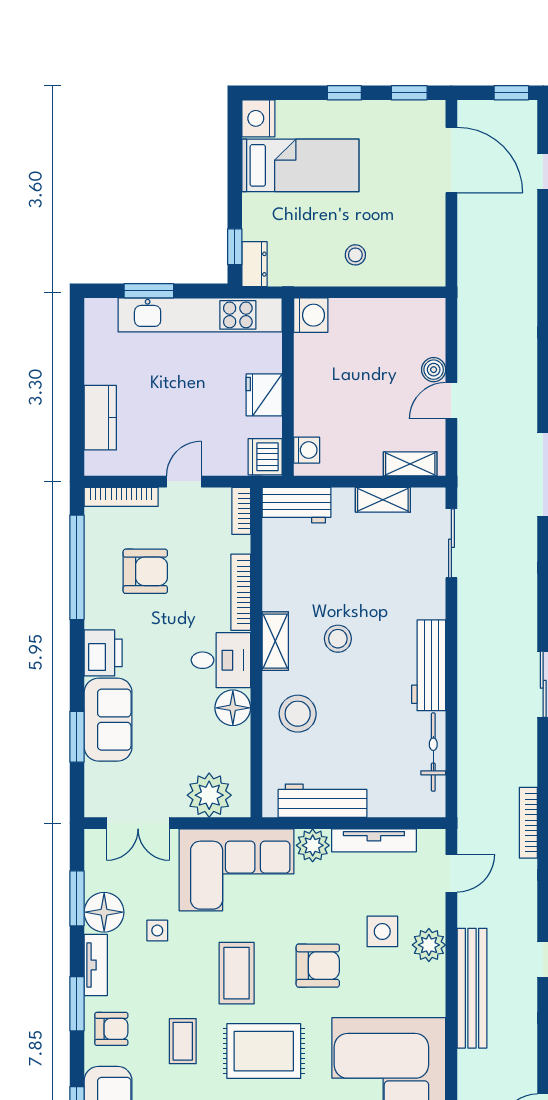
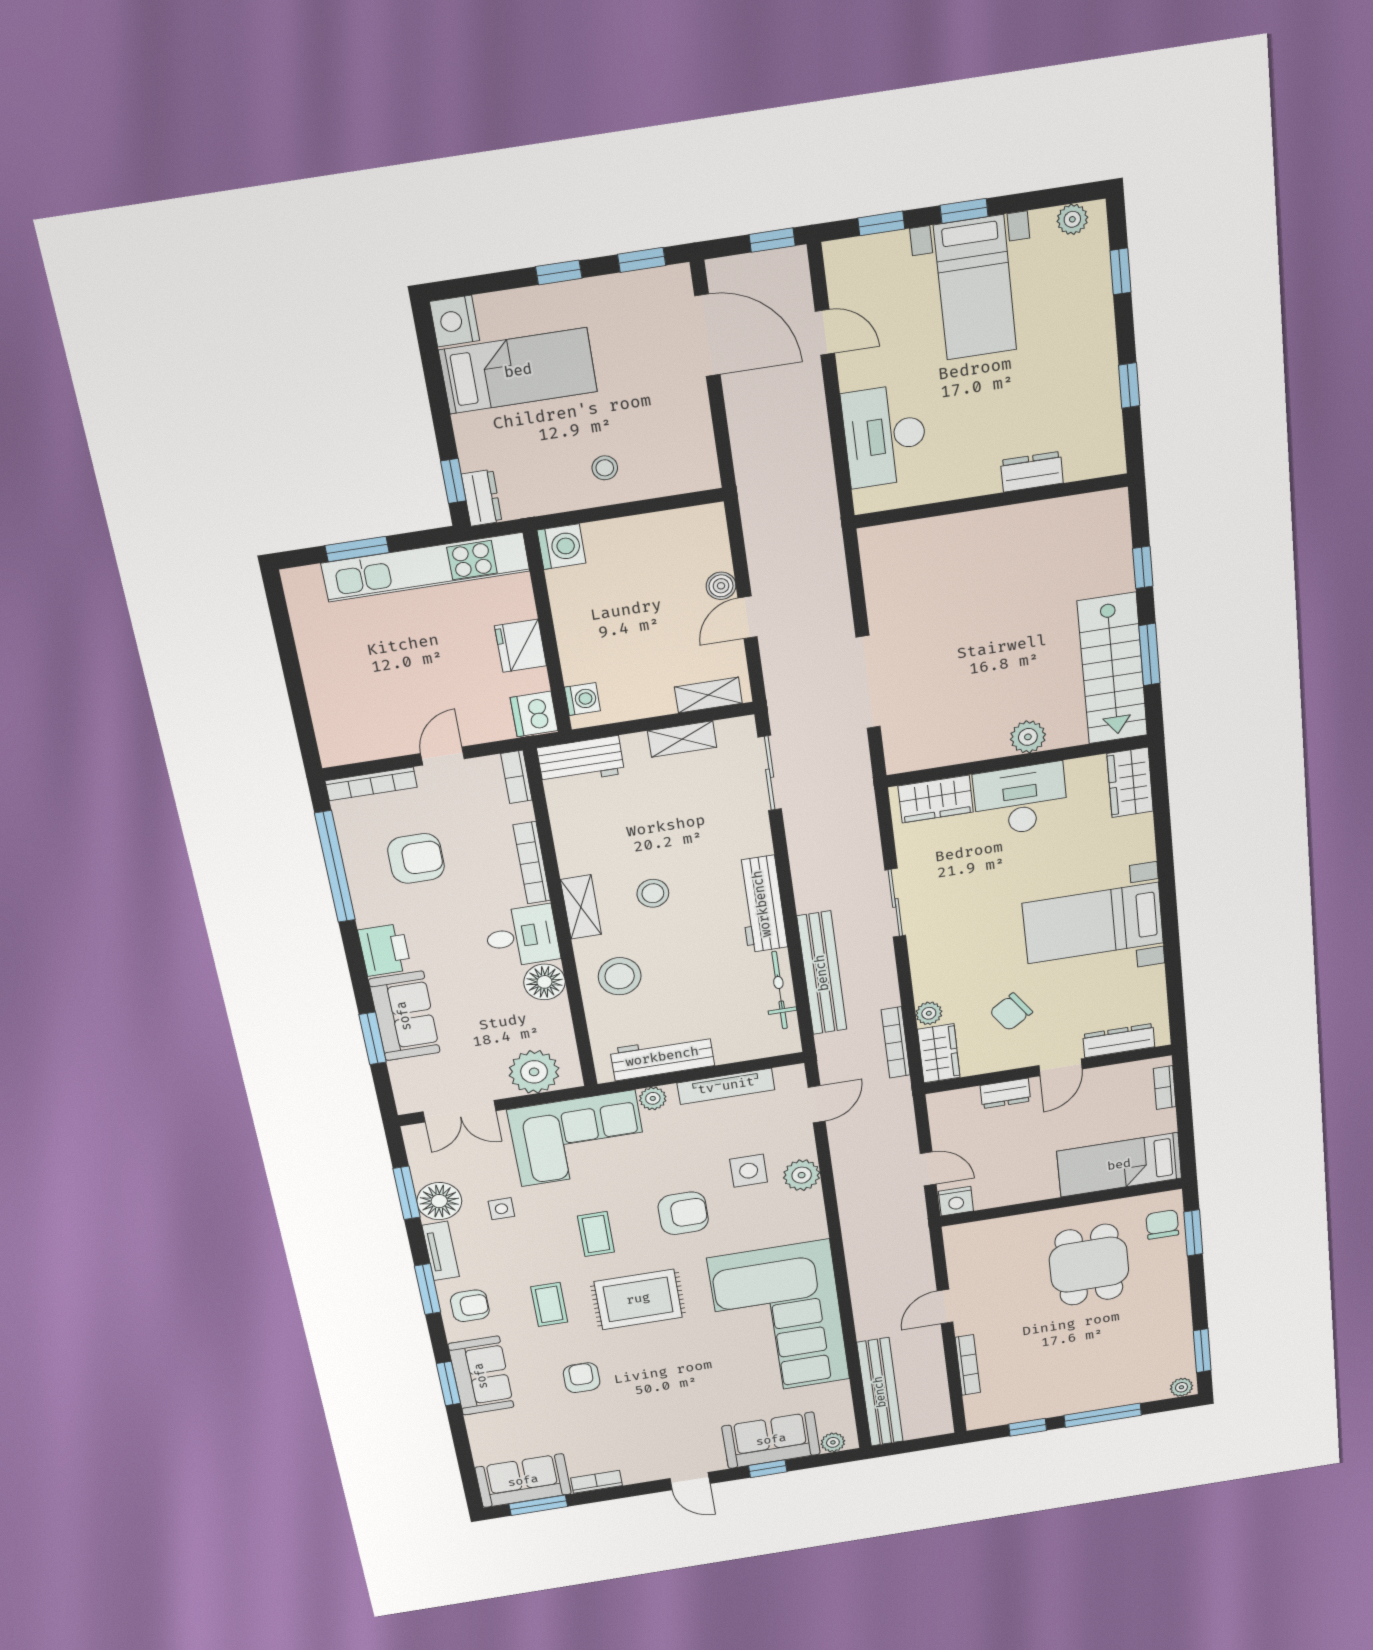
kitchen counter: (100, 418) -> (328, 702), removed
plant: (313, 845) -> (653, 1098), width x0.73, depth x0.73
coffee table: (237, 973) -> (596, 1234), width x0.73, depth x0.77
bench: (472, 988) -> (822, 973), moved

